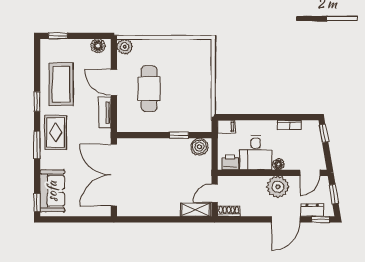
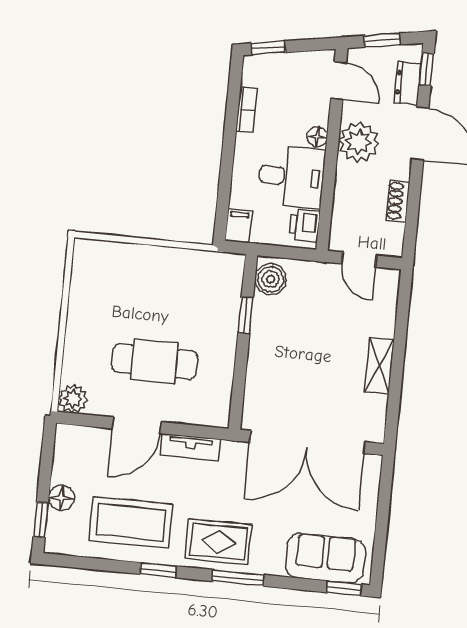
floor lamp: (98, 46) -> (61, 498), moved
shelving: (195, 210) -> (379, 366), moved
shoe rack: (229, 211) -> (398, 201), moved

